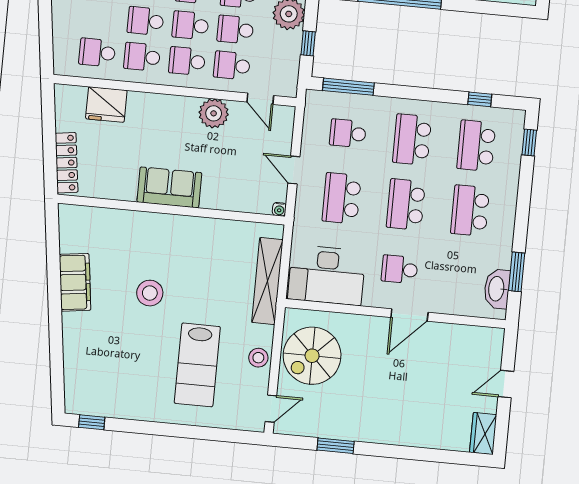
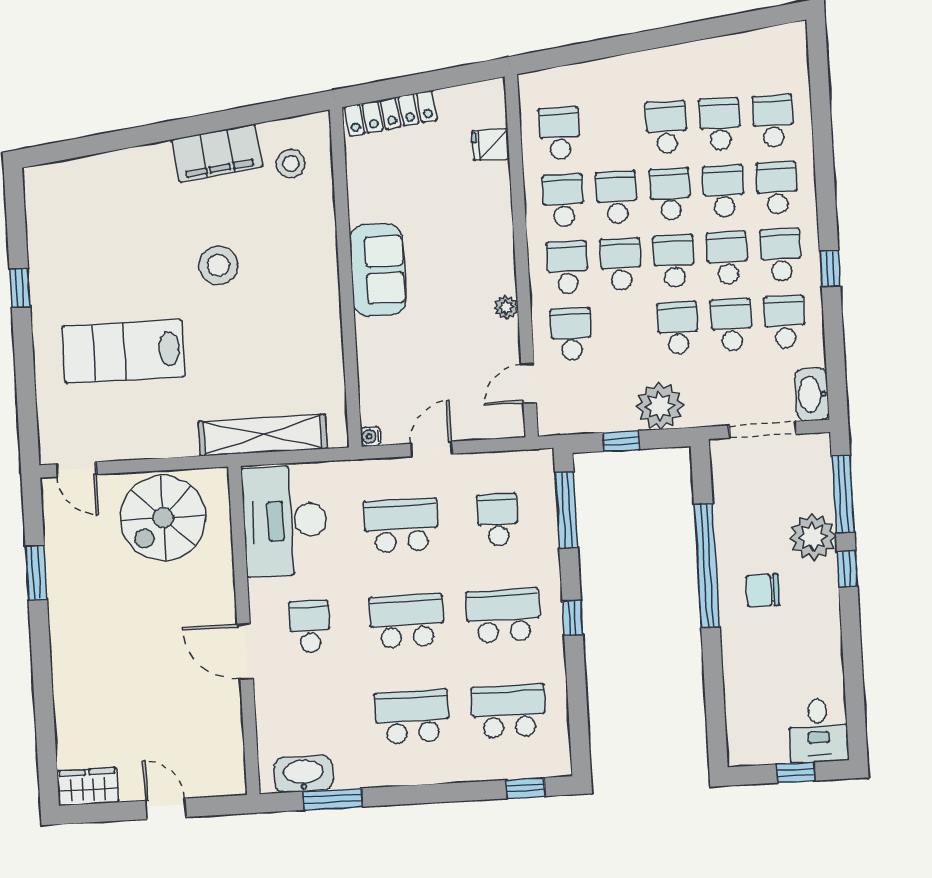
school desk: (235, 30) -> (624, 331), removed
window: (480, 99) -> (573, 618), moved
fridge: (106, 105) -> (491, 145), width x0.53, depth x0.75
plant: (214, 113) -> (506, 307), width x0.53, depth x0.53
spiral stairs: (312, 356) -> (163, 518), turned -90
stool: (258, 358) -> (291, 164), moved
window: (92, 422) -> (20, 288), moved

